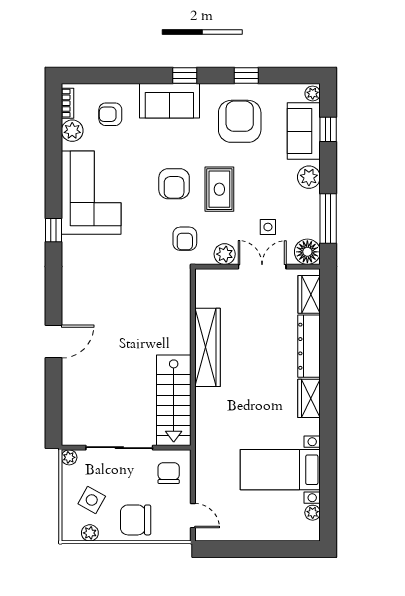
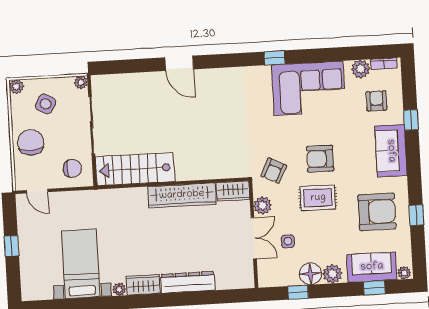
window: (185, 75) -> (411, 120), moved
window: (328, 218) -> (298, 292), width x0.46
armchair: (185, 239) -> (274, 171), turned -63
floor lamp: (307, 252) -> (310, 274), moved
wardrobe: (309, 294) -> (233, 191), moved, turned 180
plant: (313, 513) -> (119, 289), moved
door: (193, 516) -> (37, 191), hinge flipped
plant: (90, 533) -> (16, 87), moved
window: (255, 549) -> (11, 246), added

